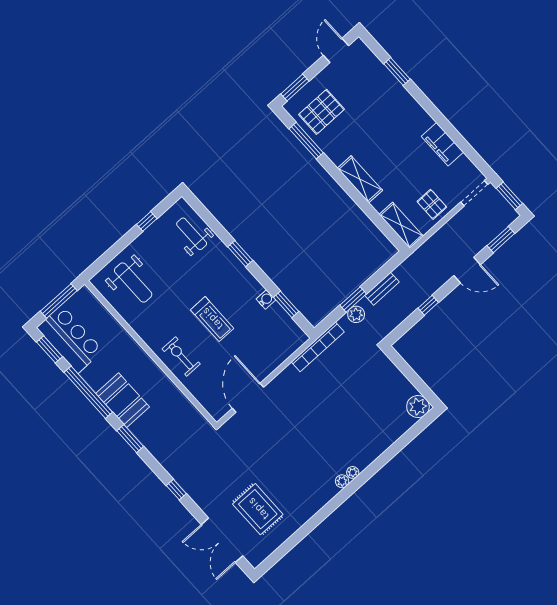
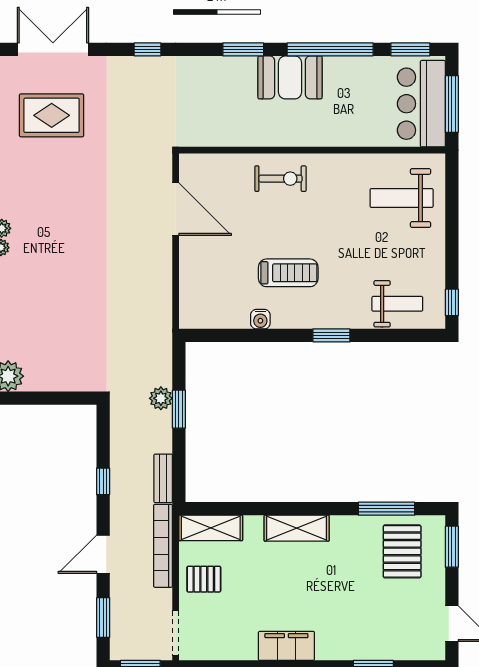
filing cabinet: (442, 144) -> (286, 646), moved
window: (147, 221) -> (452, 302), moved
bench: (382, 289) -> (163, 478), moved
window: (286, 304) -> (236, 335), removed
treadmill: (212, 319) -> (288, 273), moved, turned 180
bar counter: (70, 339) -> (421, 104), moved, turned 90
bookcase: (318, 347) -> (163, 546), moved

